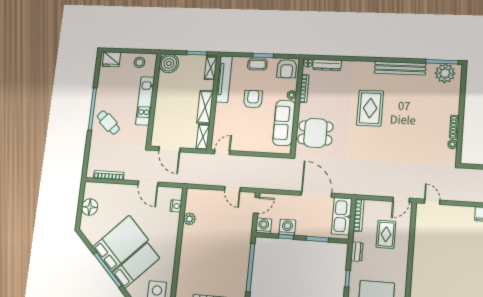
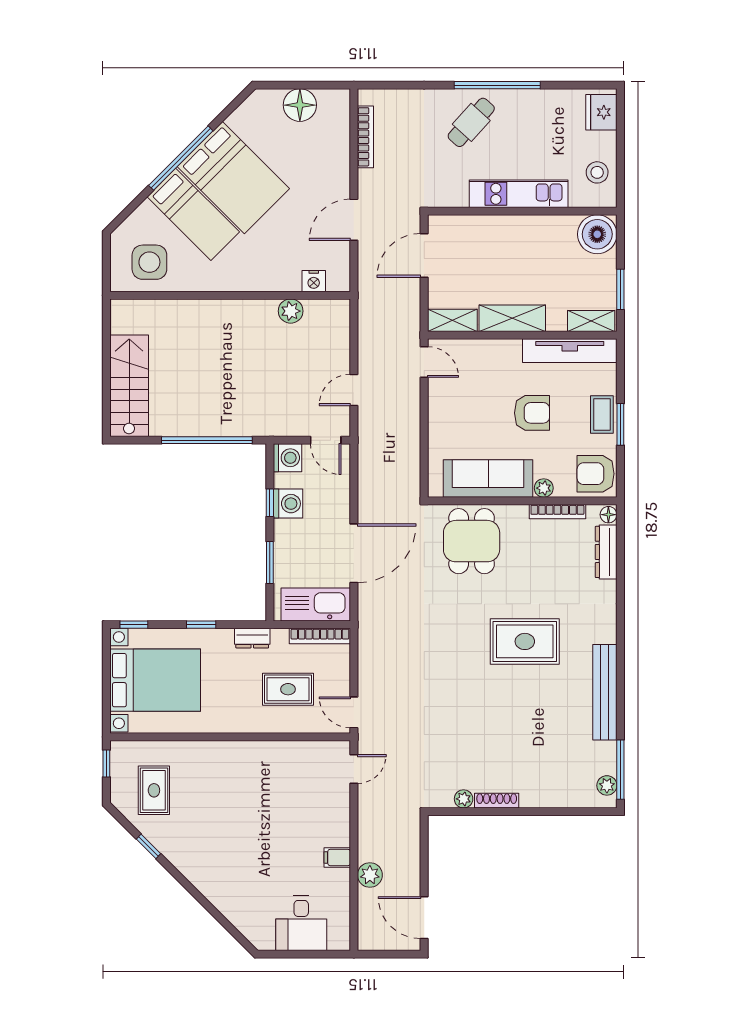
plant: (445, 73) -> (607, 785), width x0.53, depth x0.53

